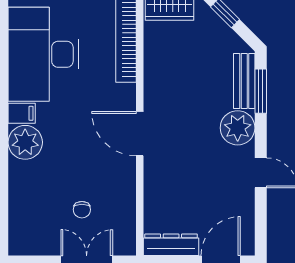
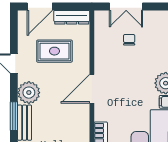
door: (140, 134) -> (92, 89), swing flipped
rug: (198, 192) -> (54, 51), added

